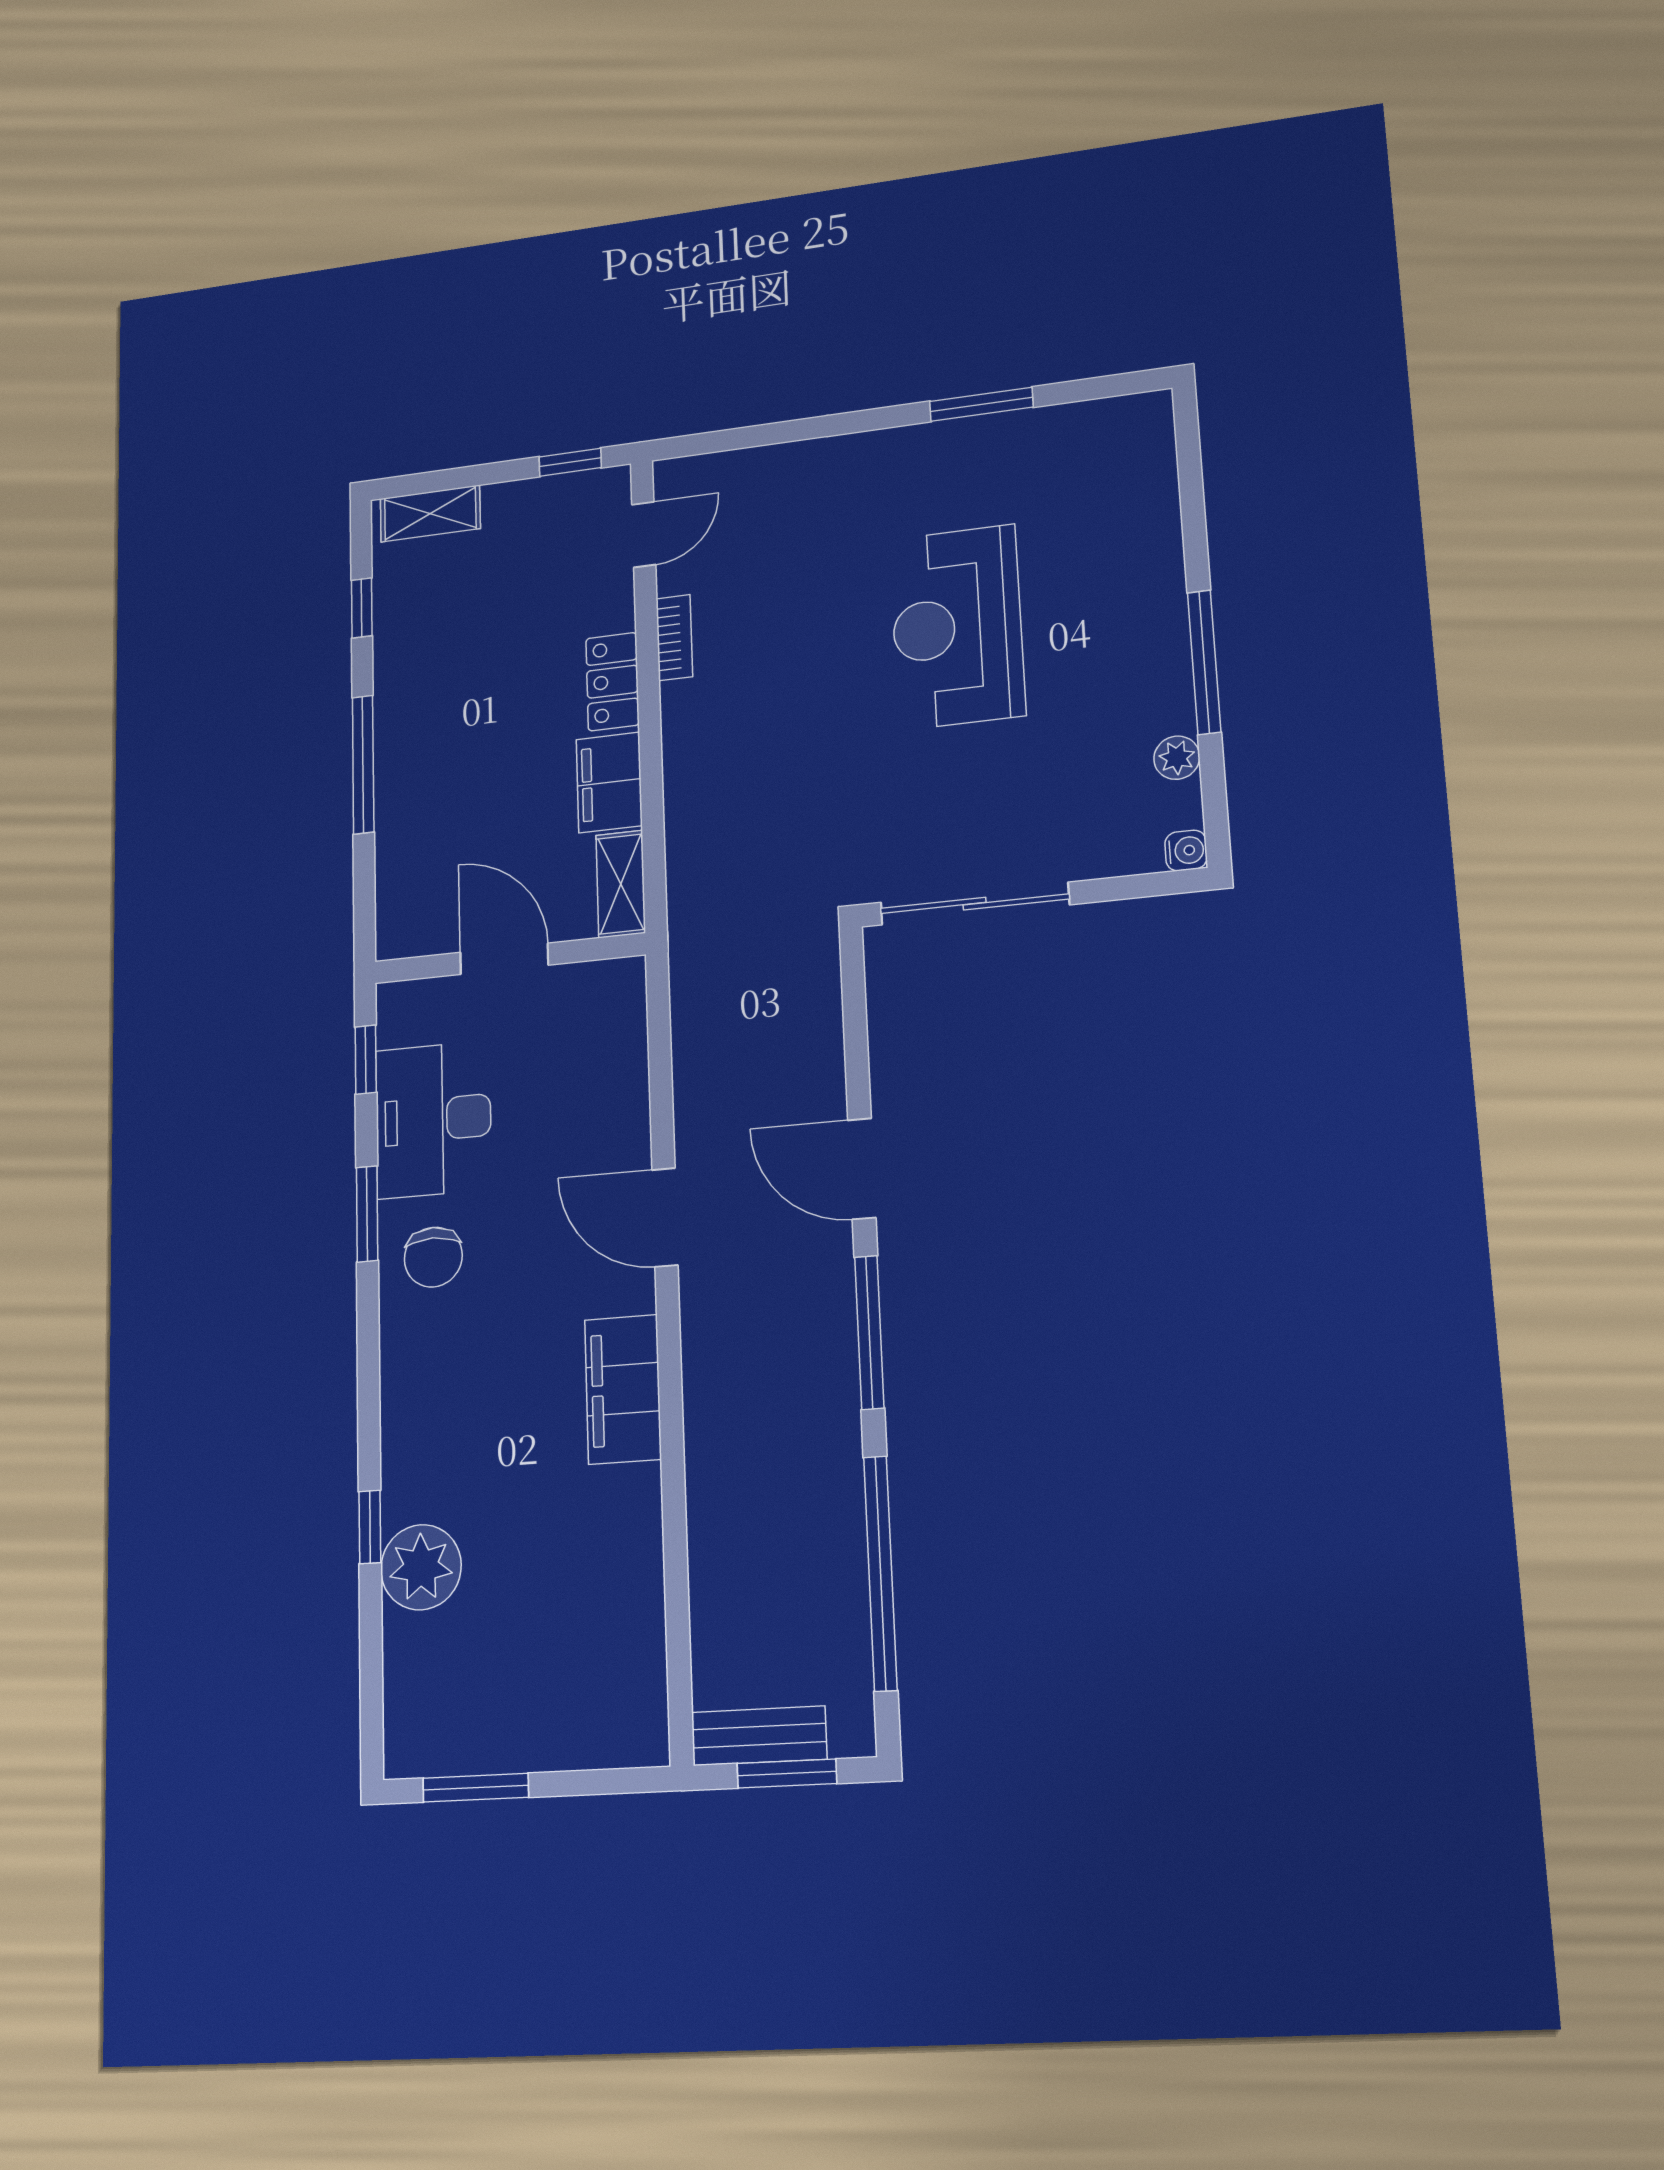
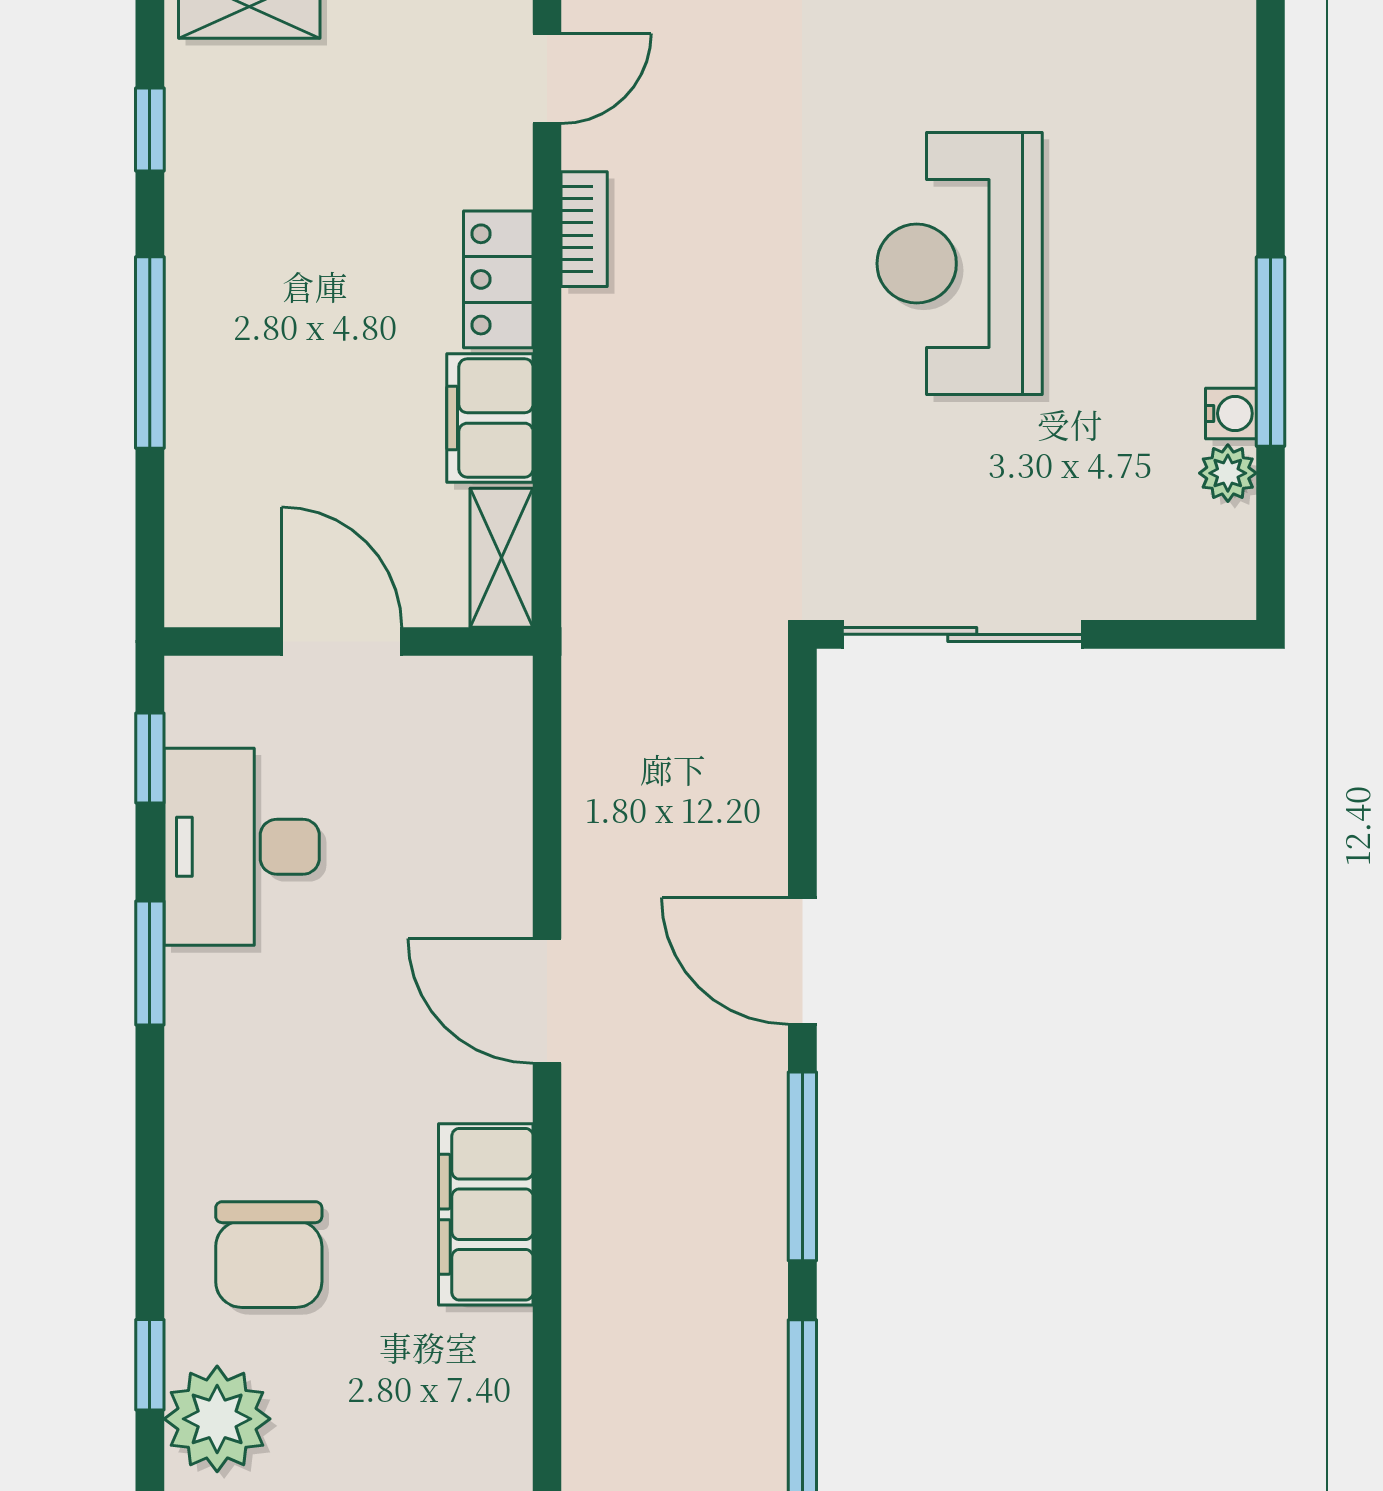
water cooler: (1186, 850) -> (1231, 413), moved
chair: (433, 1257) -> (269, 1255), moved, width x1.37, depth x1.37

